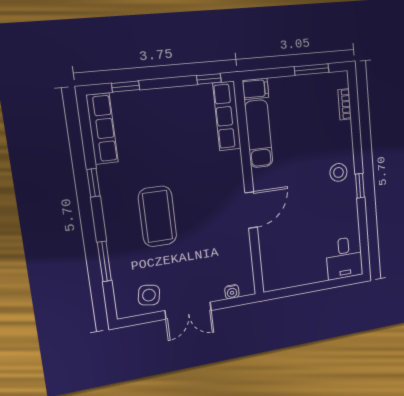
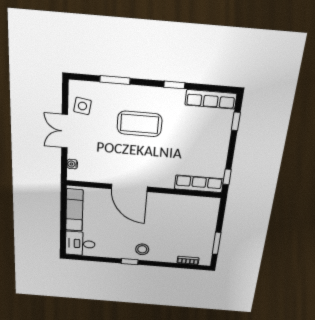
filing cabinet: (256, 89) -> (213, 206), removed
exam couch: (259, 134) -> (74, 210), moved, turned -90
door: (251, 210) -> (129, 188), width x1.36

